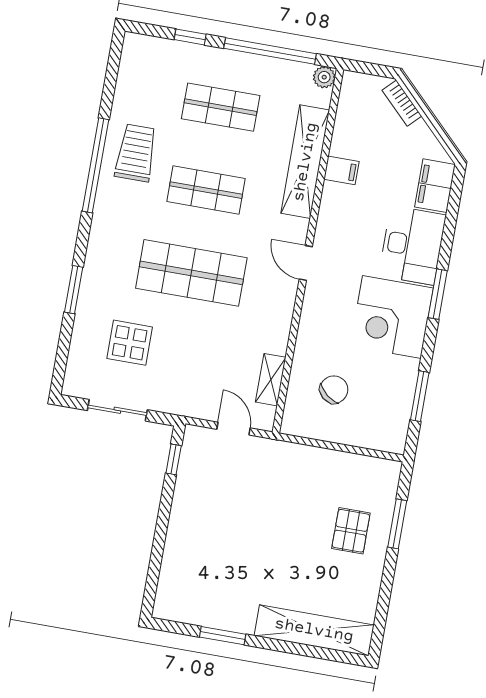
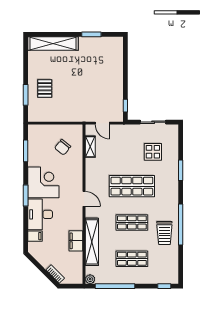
window: (190, 37) -> (164, 286), moved
filing cabinet: (341, 170) -> (76, 241), width x2.00
filing cabinet: (435, 186) -> (35, 236), width x0.50

